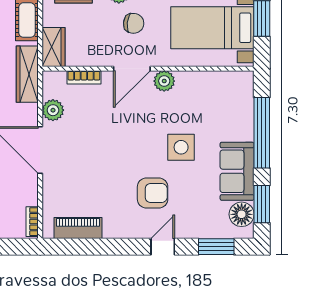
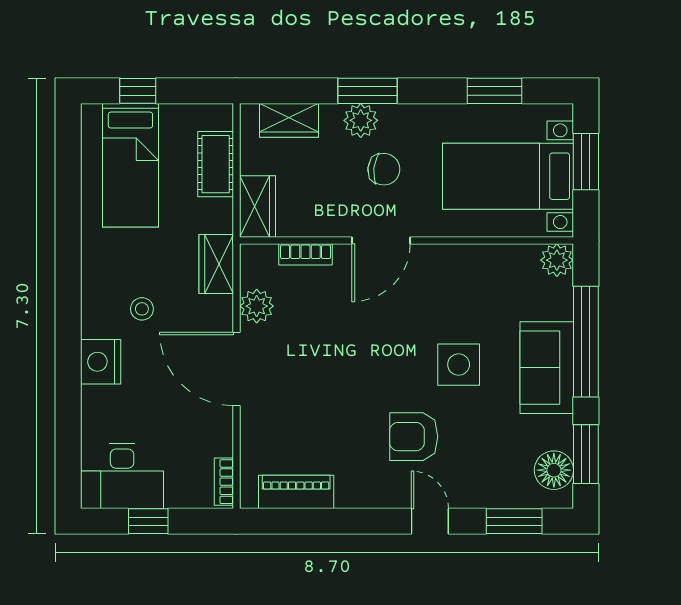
wardrobe: (27, 74) -> (216, 264), width x0.67
plant: (164, 81) -> (557, 260), moved
sofa: (237, 171) -> (547, 368), moved
armchair: (153, 193) -> (414, 437), turned 180
door: (163, 247) -> (430, 521), hinge flipped

